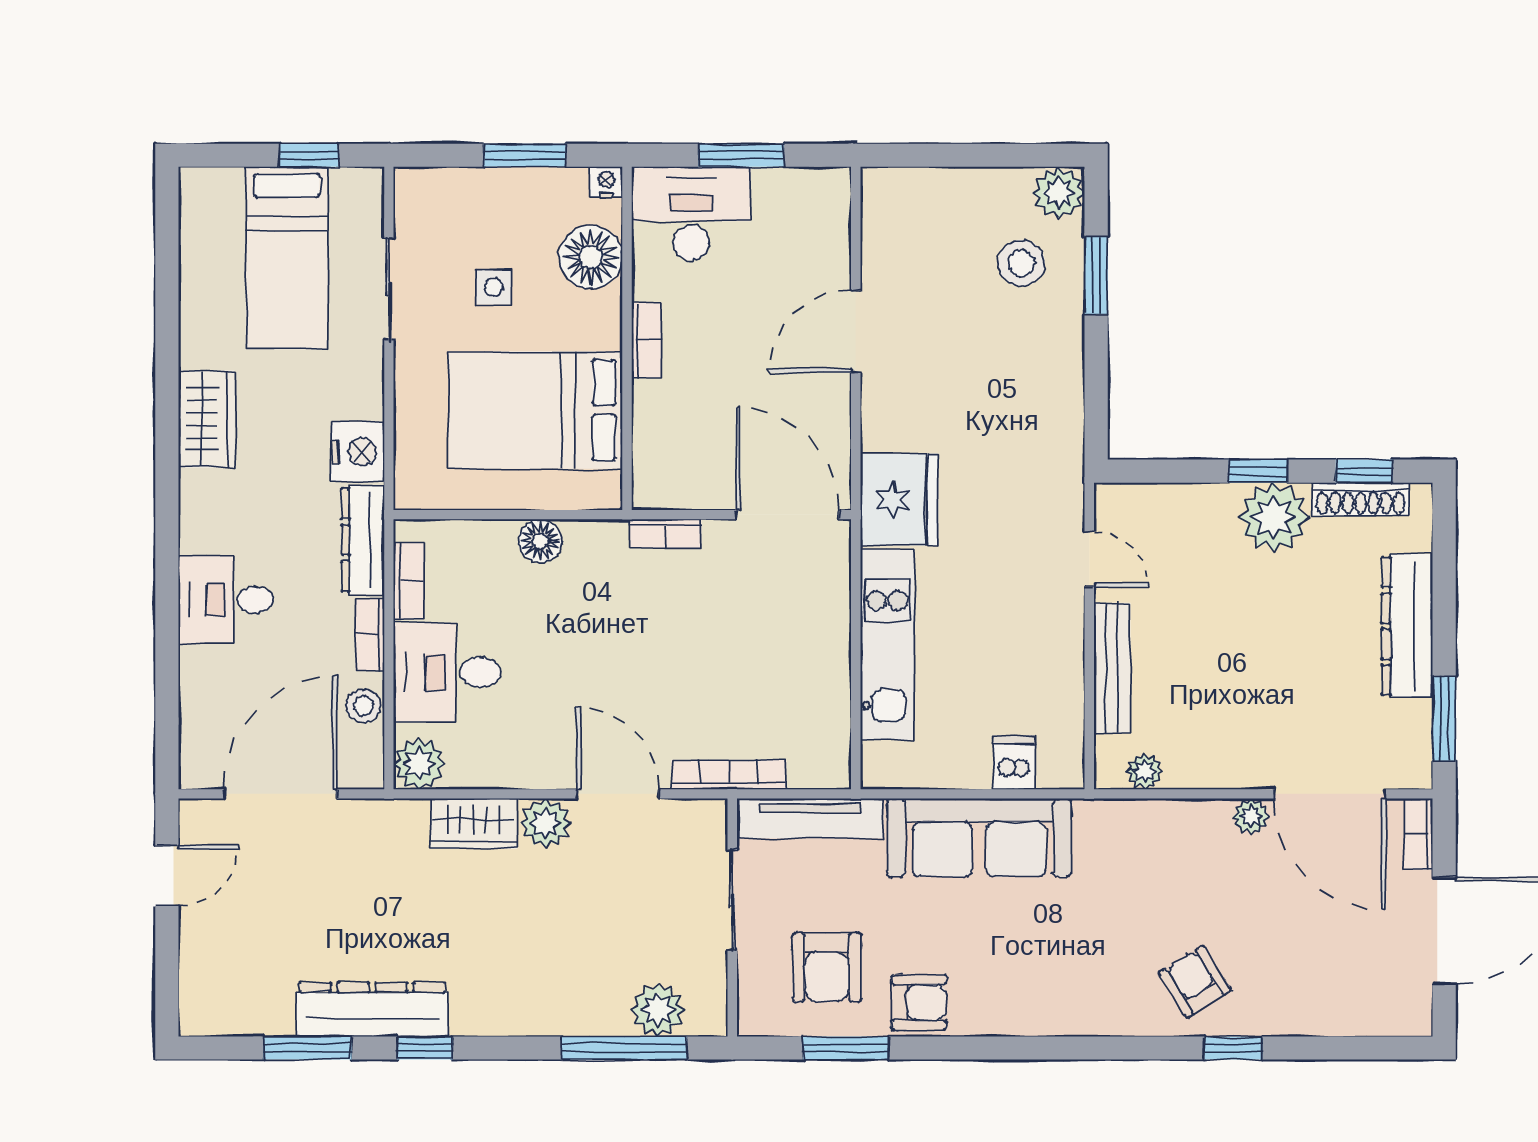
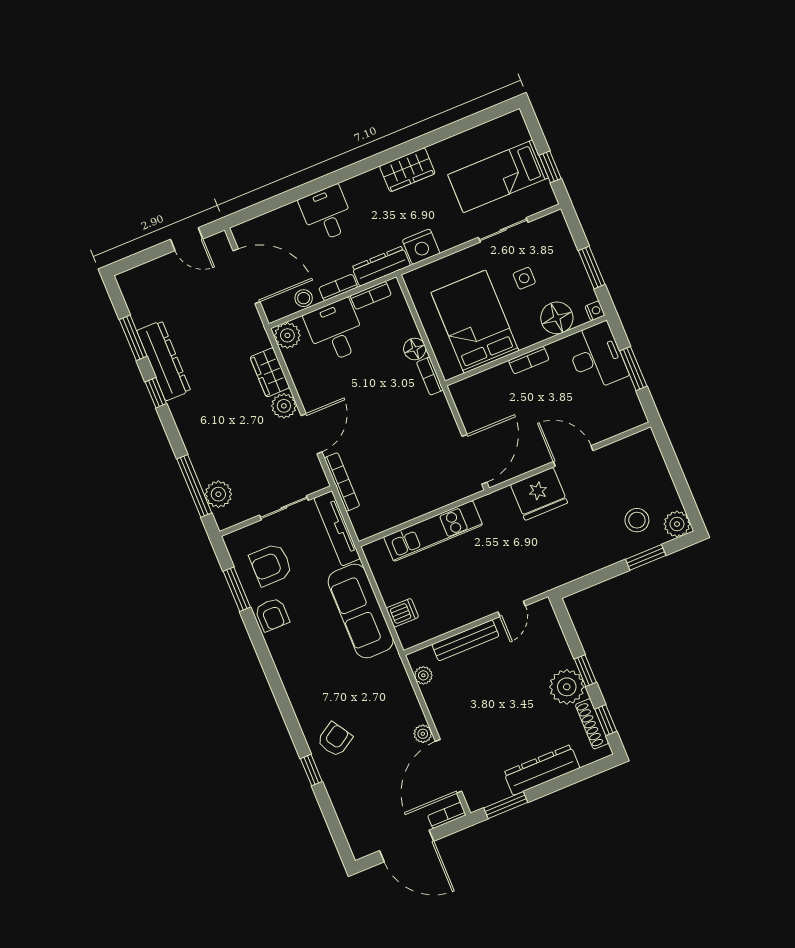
fridge: (899, 500) -> (539, 494), moved
bookcase: (665, 534) -> (430, 376), moved

